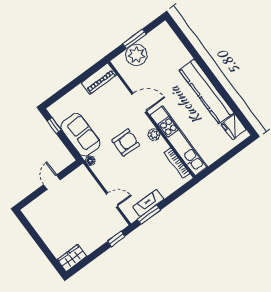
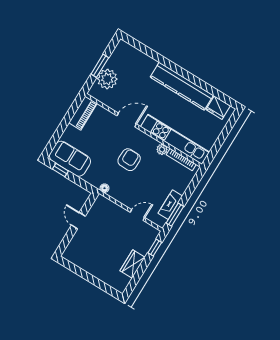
sofa: (81, 135) -> (70, 159), moved
plant: (154, 135) -> (162, 149), moved
wardrobe: (72, 258) -> (133, 264), moved

